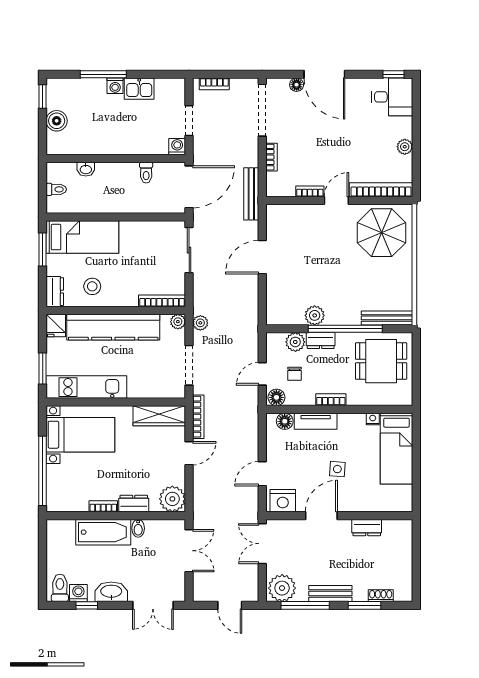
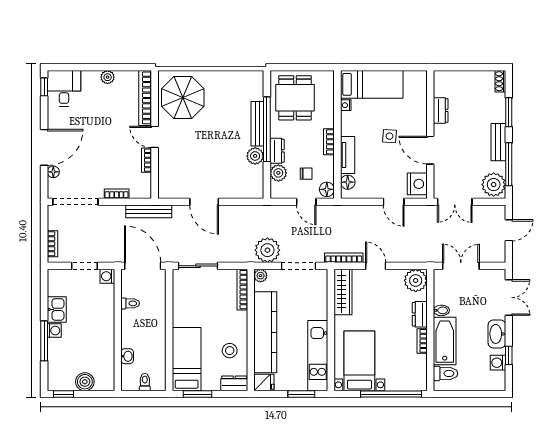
bench: (387, 318) -> (257, 124), moved
plant: (200, 323) -> (267, 250), width x1.87, depth x1.87
toilet: (60, 588) -> (446, 373), moved, turned 180
shoe rack: (381, 596) -> (500, 81), moved

